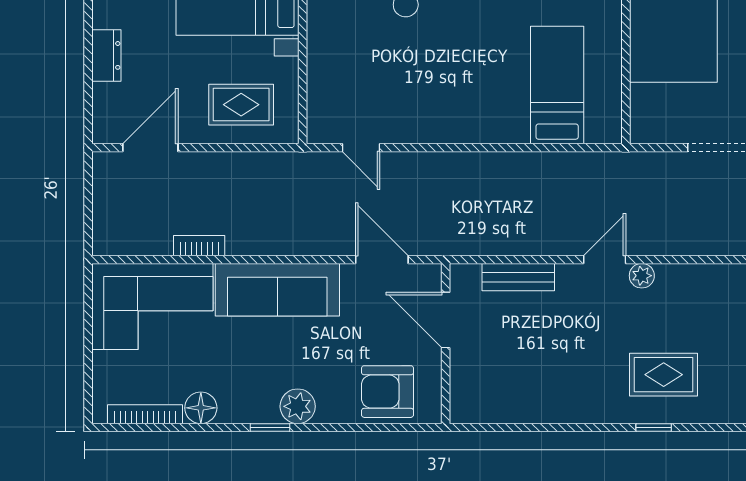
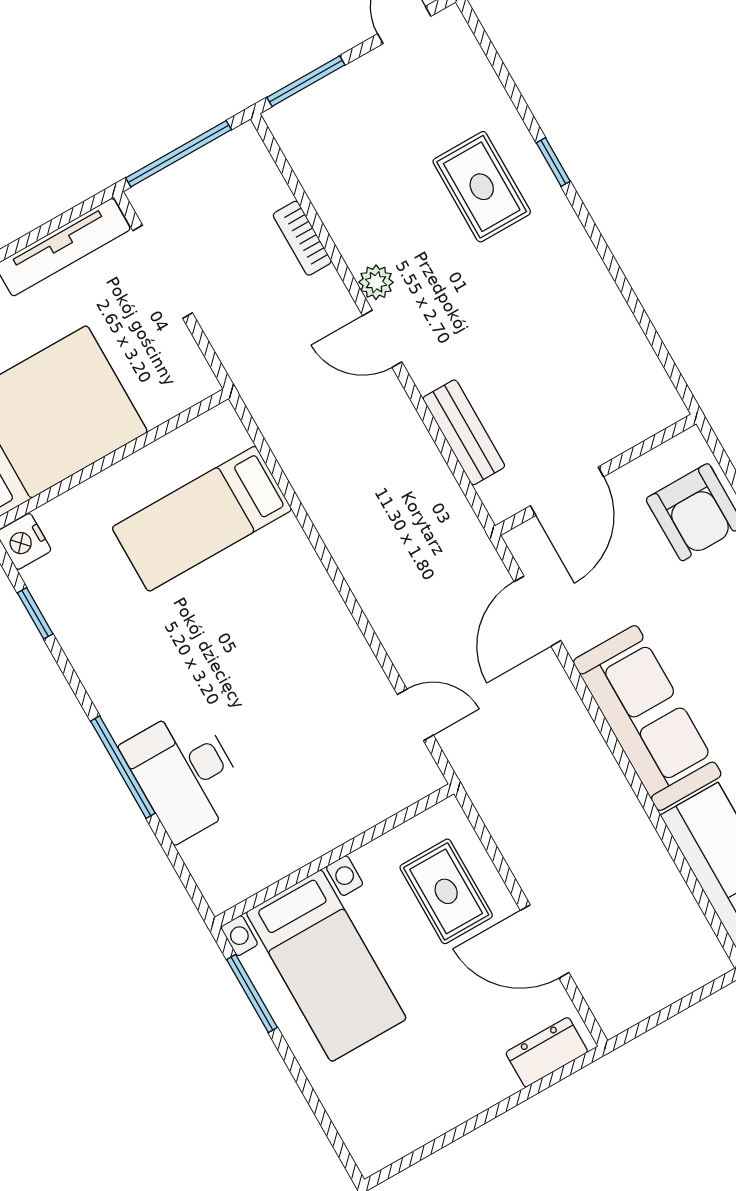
dresser: (106, 55) -> (547, 1052), moved
door: (150, 148) -> (545, 941), moved
door: (361, 148) -> (415, 715), hinge flipped
bookcase: (199, 246) -> (302, 238), moved

